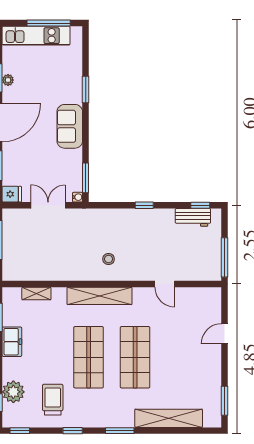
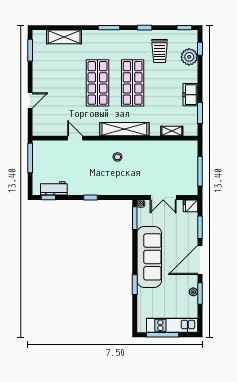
sofa: (70, 126) -> (149, 257), width x1.85, depth x1.27
shelving: (169, 418) -> (64, 37), width x0.68

